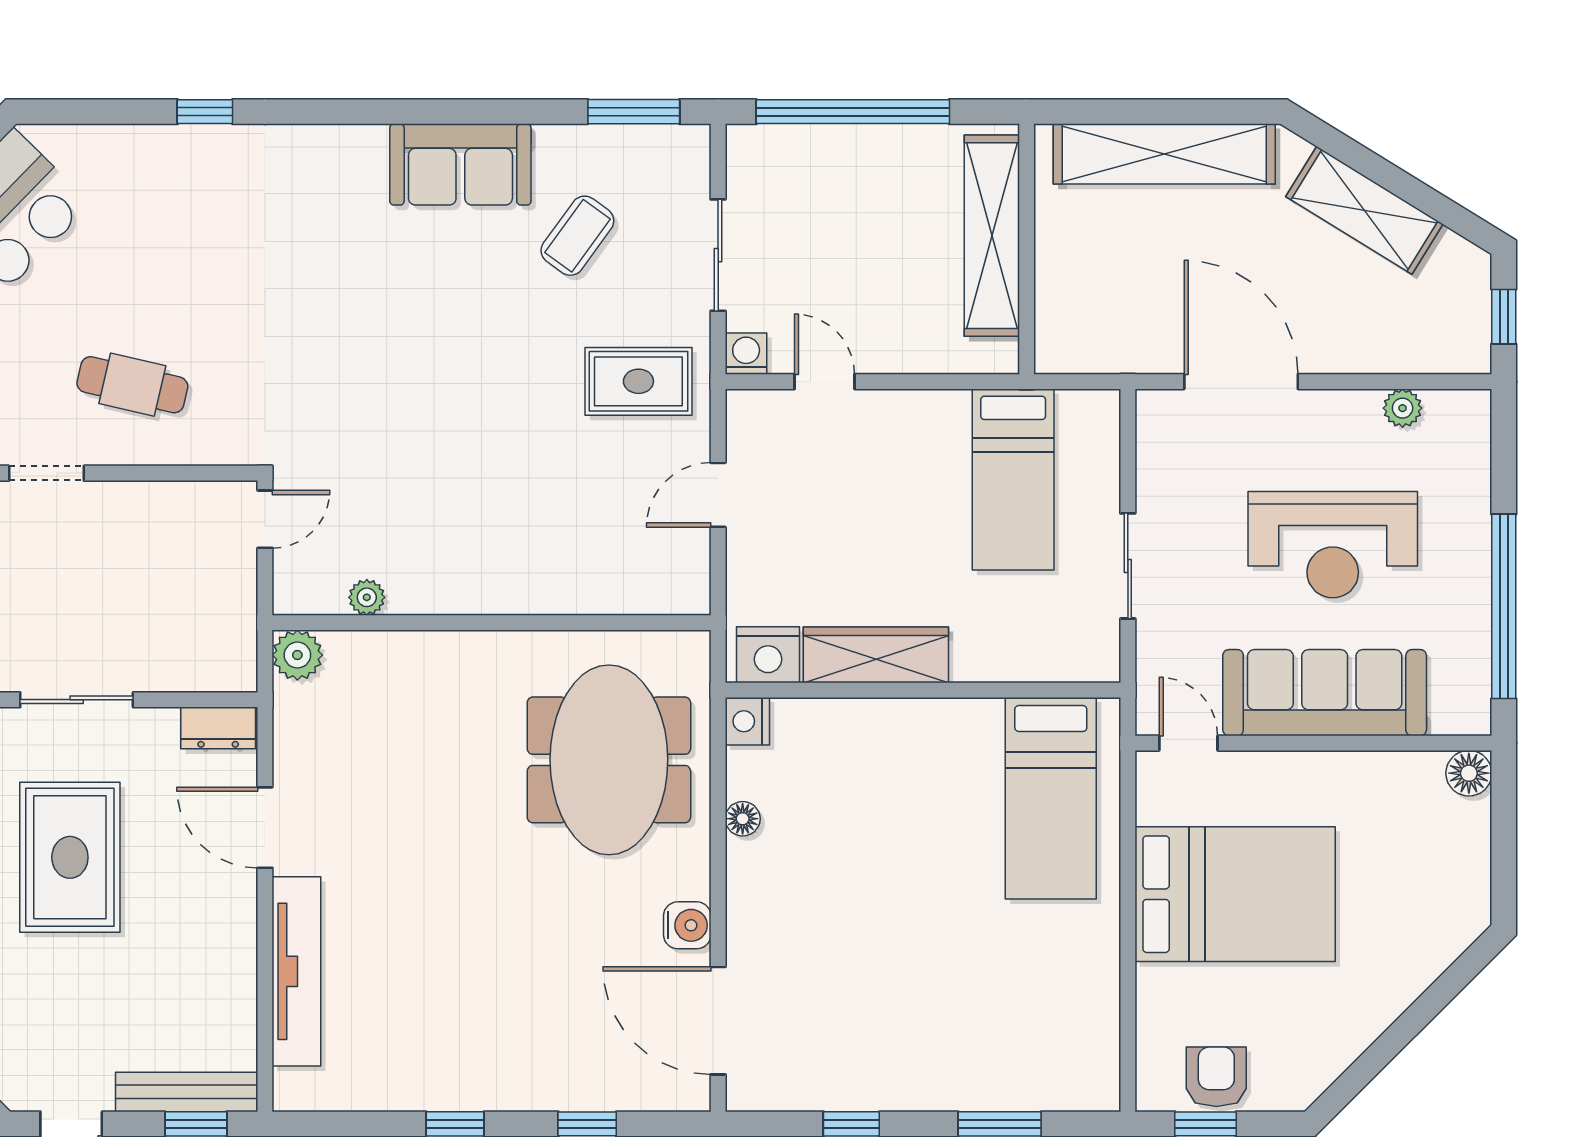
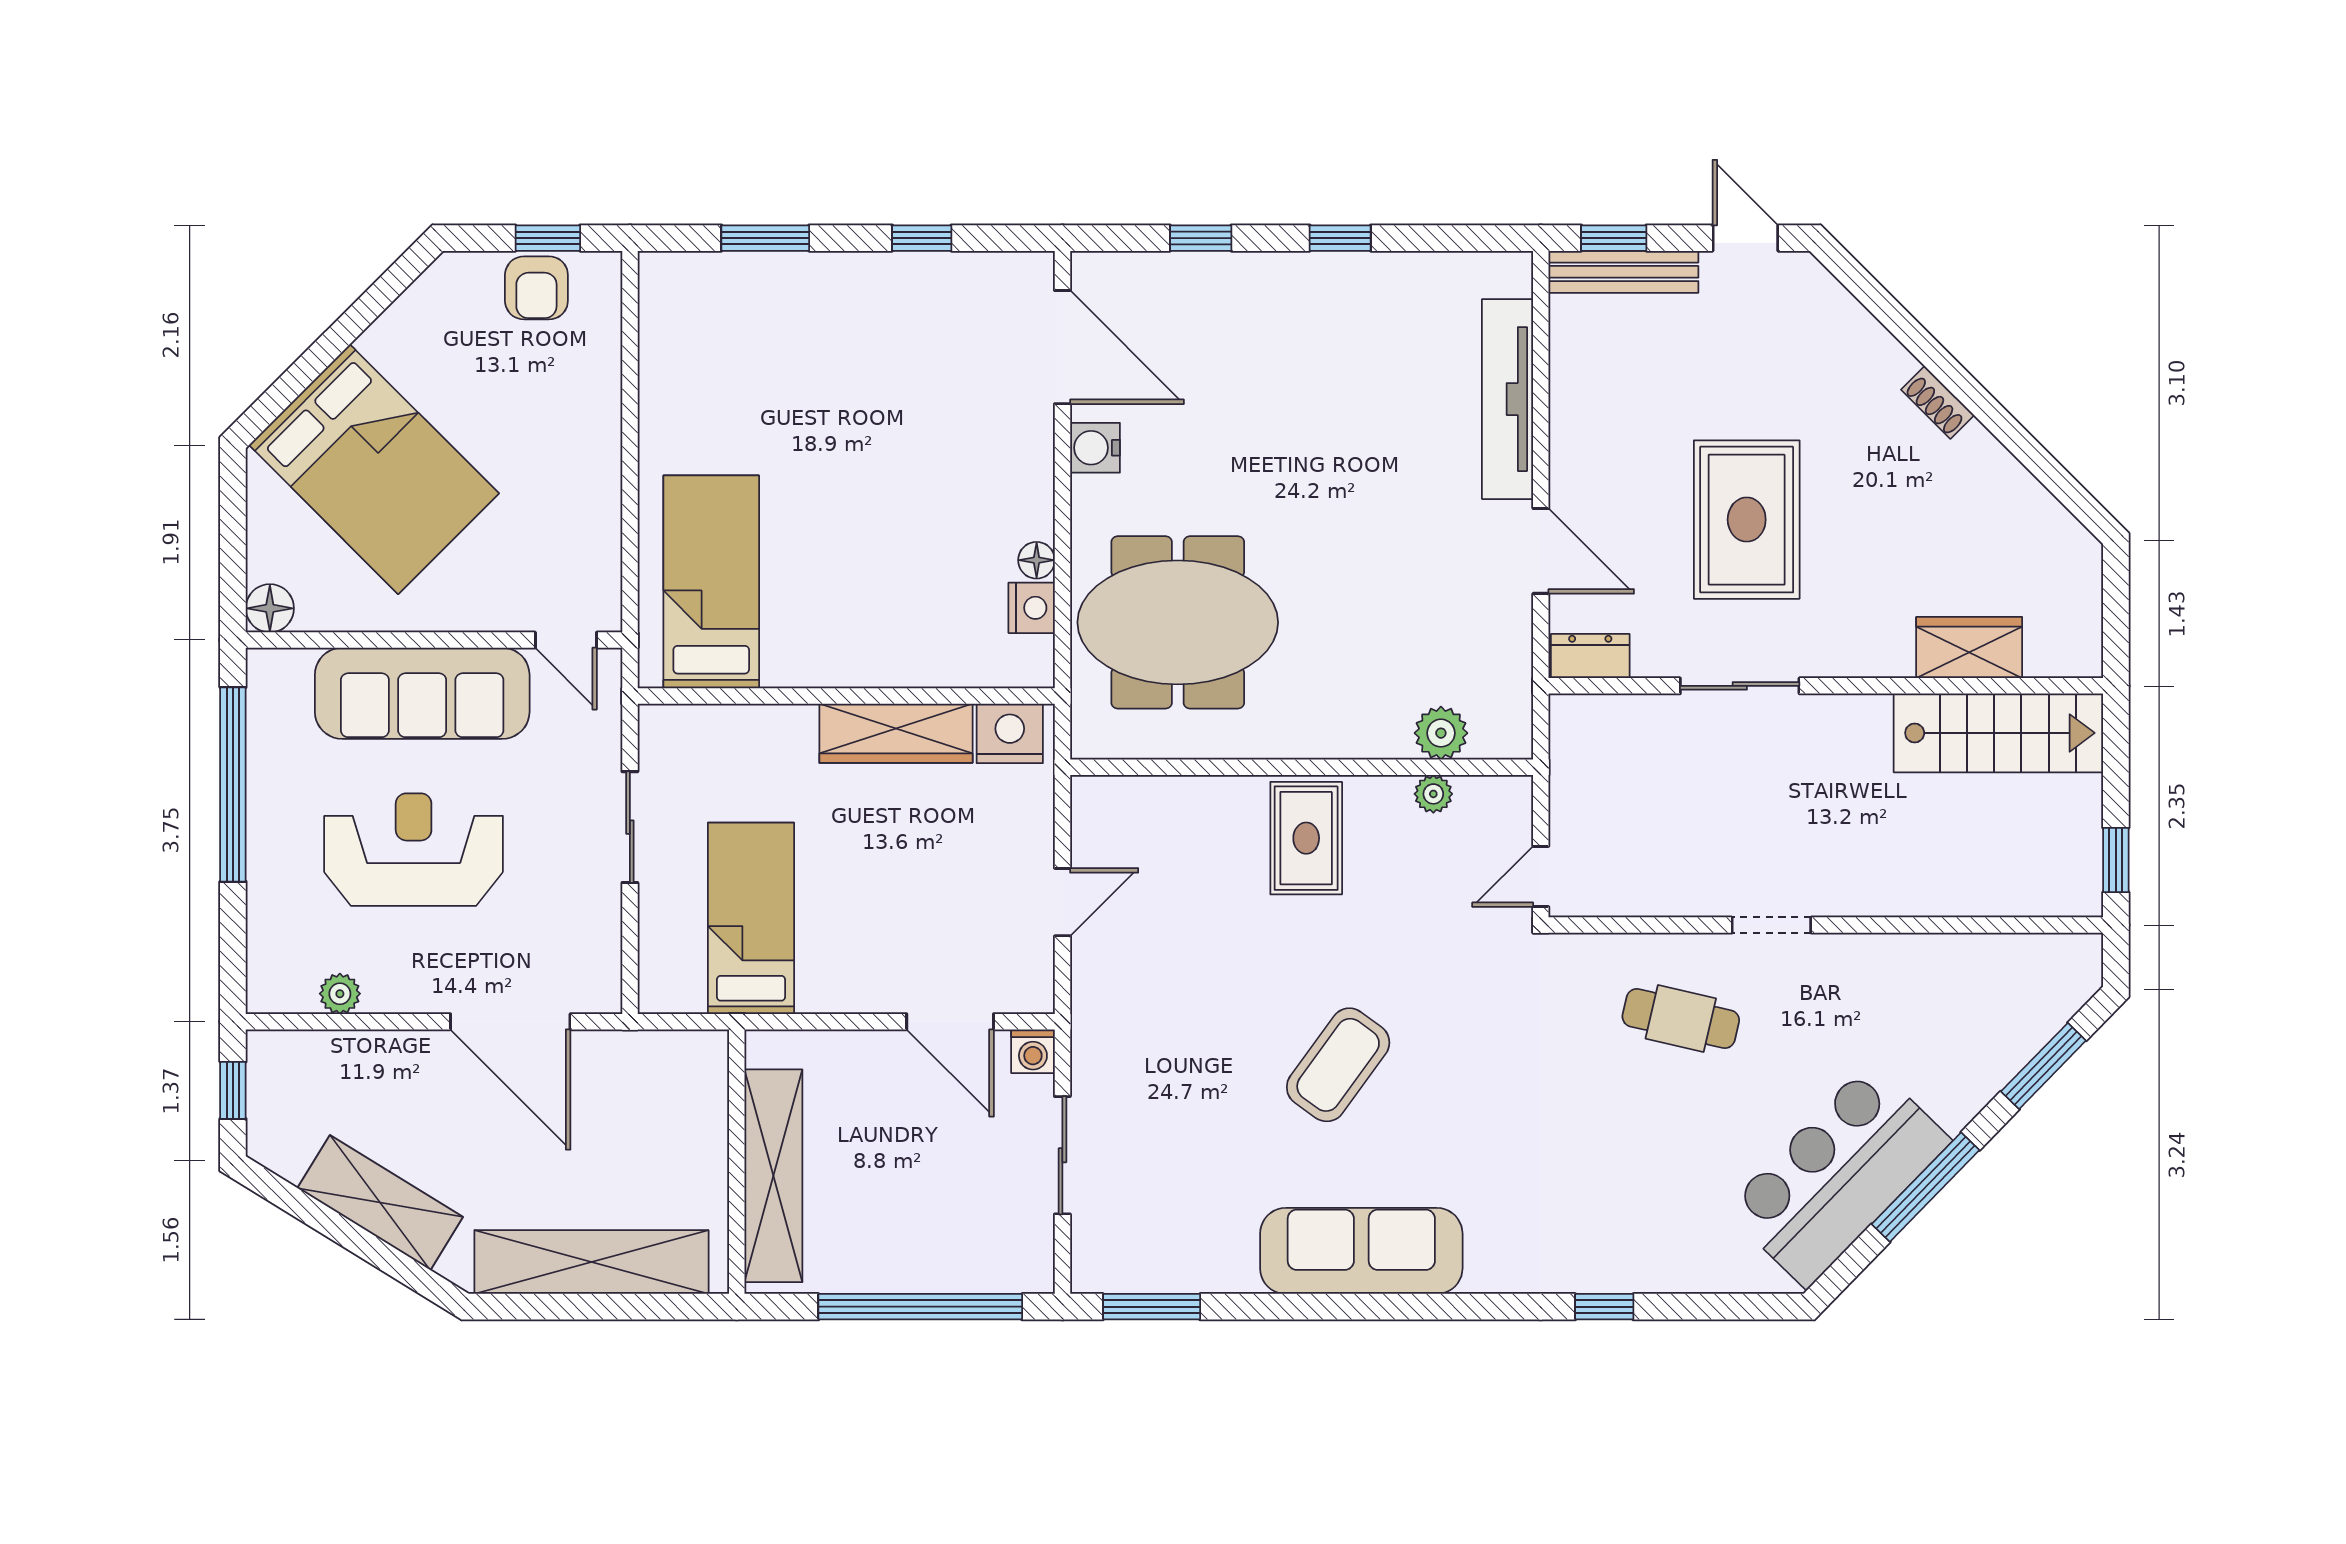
sofa: (460, 164) -> (1361, 1251), width x1.36
coffee table: (577, 236) -> (1338, 1065), moved, width x1.36, depth x1.30
rug: (638, 381) -> (1306, 838), moved, turned 90
door: (824, 382) -> (950, 1022), width x1.37
plant: (297, 655) -> (1441, 733), moved
nightstand: (747, 721) -> (1032, 608), moved
meeting table: (609, 760) -> (1178, 622), turned 90
bed: (1235, 894) -> (374, 469), moved, turned -135

